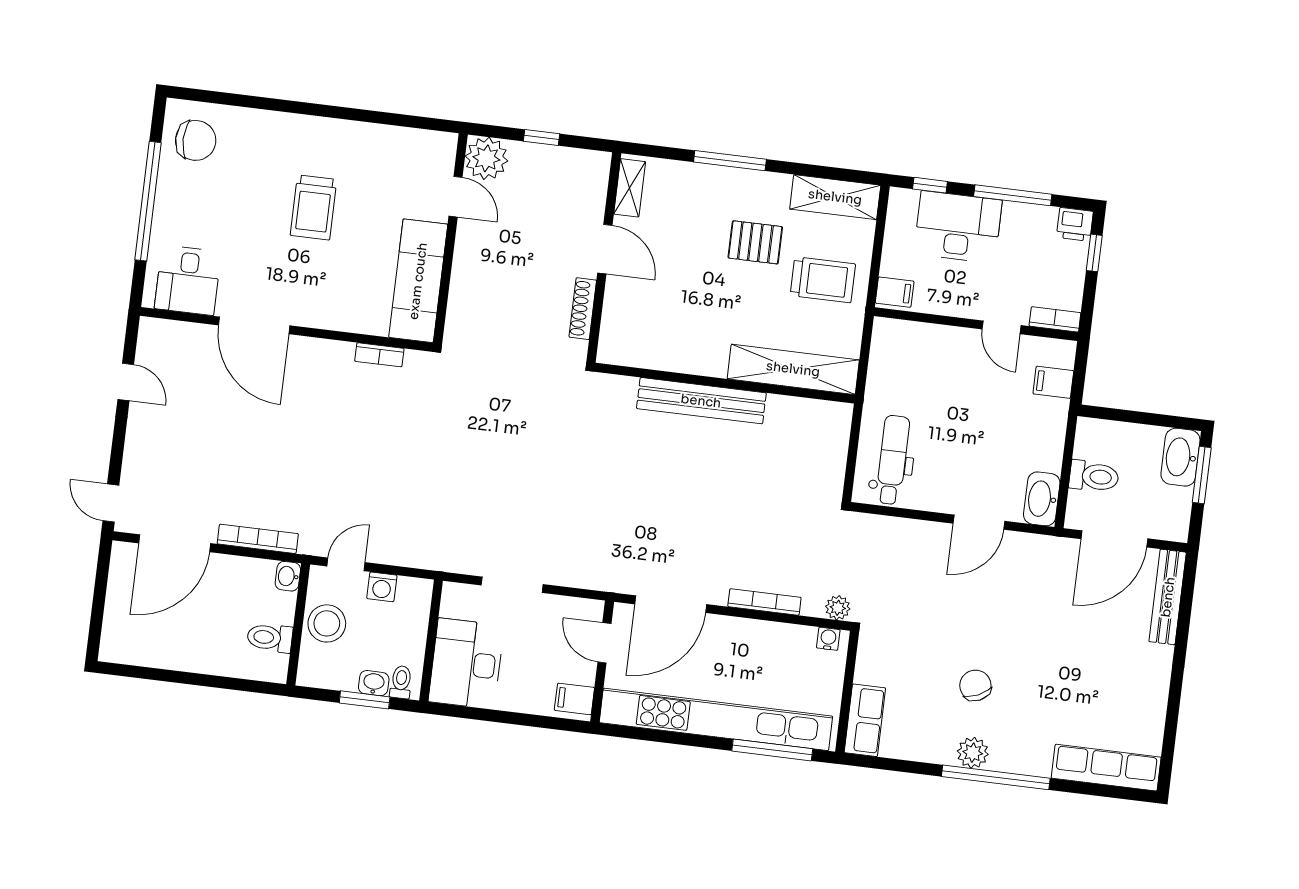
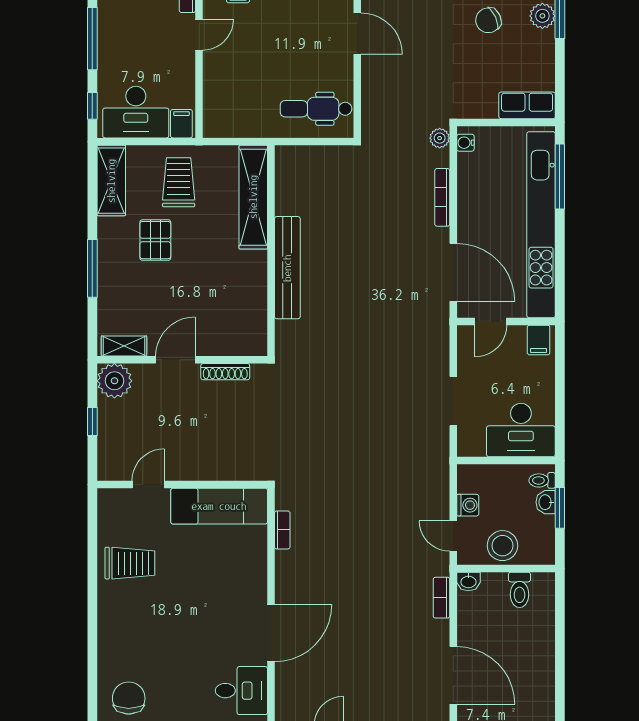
plant: (486, 158) -> (114, 381), moved
trolley: (314, 207) -> (130, 563), moved
desk: (958, 227) -> (136, 112), moved, turned -90
bookcase: (258, 539) -> (441, 598), width x0.64

